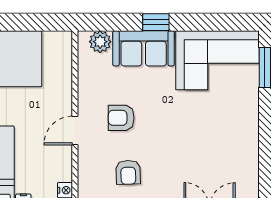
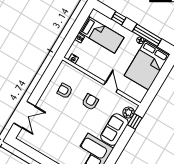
window: (156, 22) -> (135, 121), moved
door: (75, 130) -> (111, 87), moved

